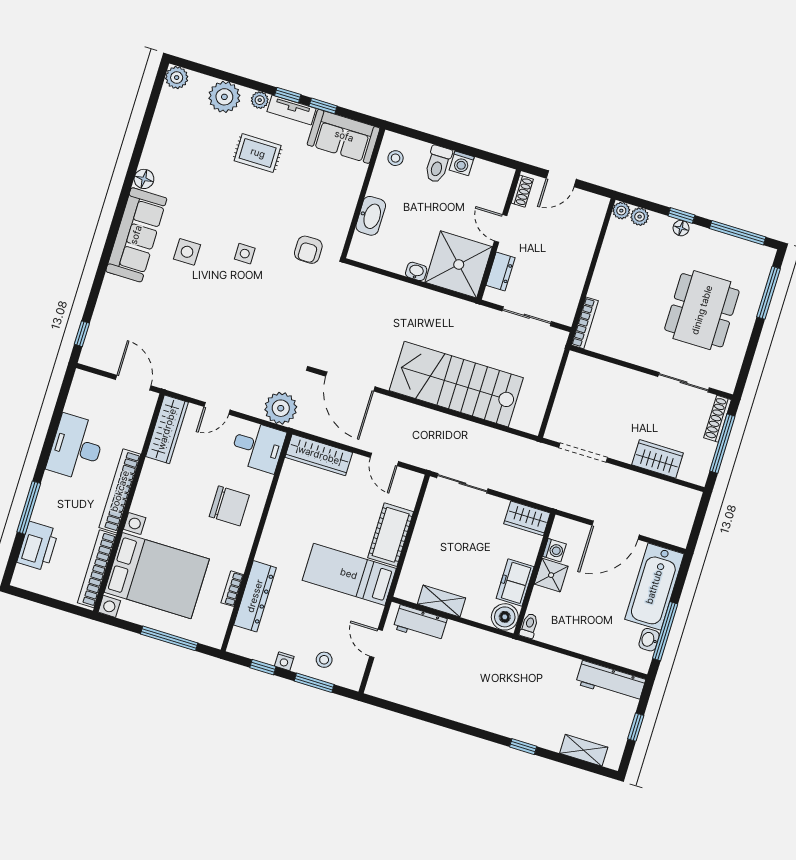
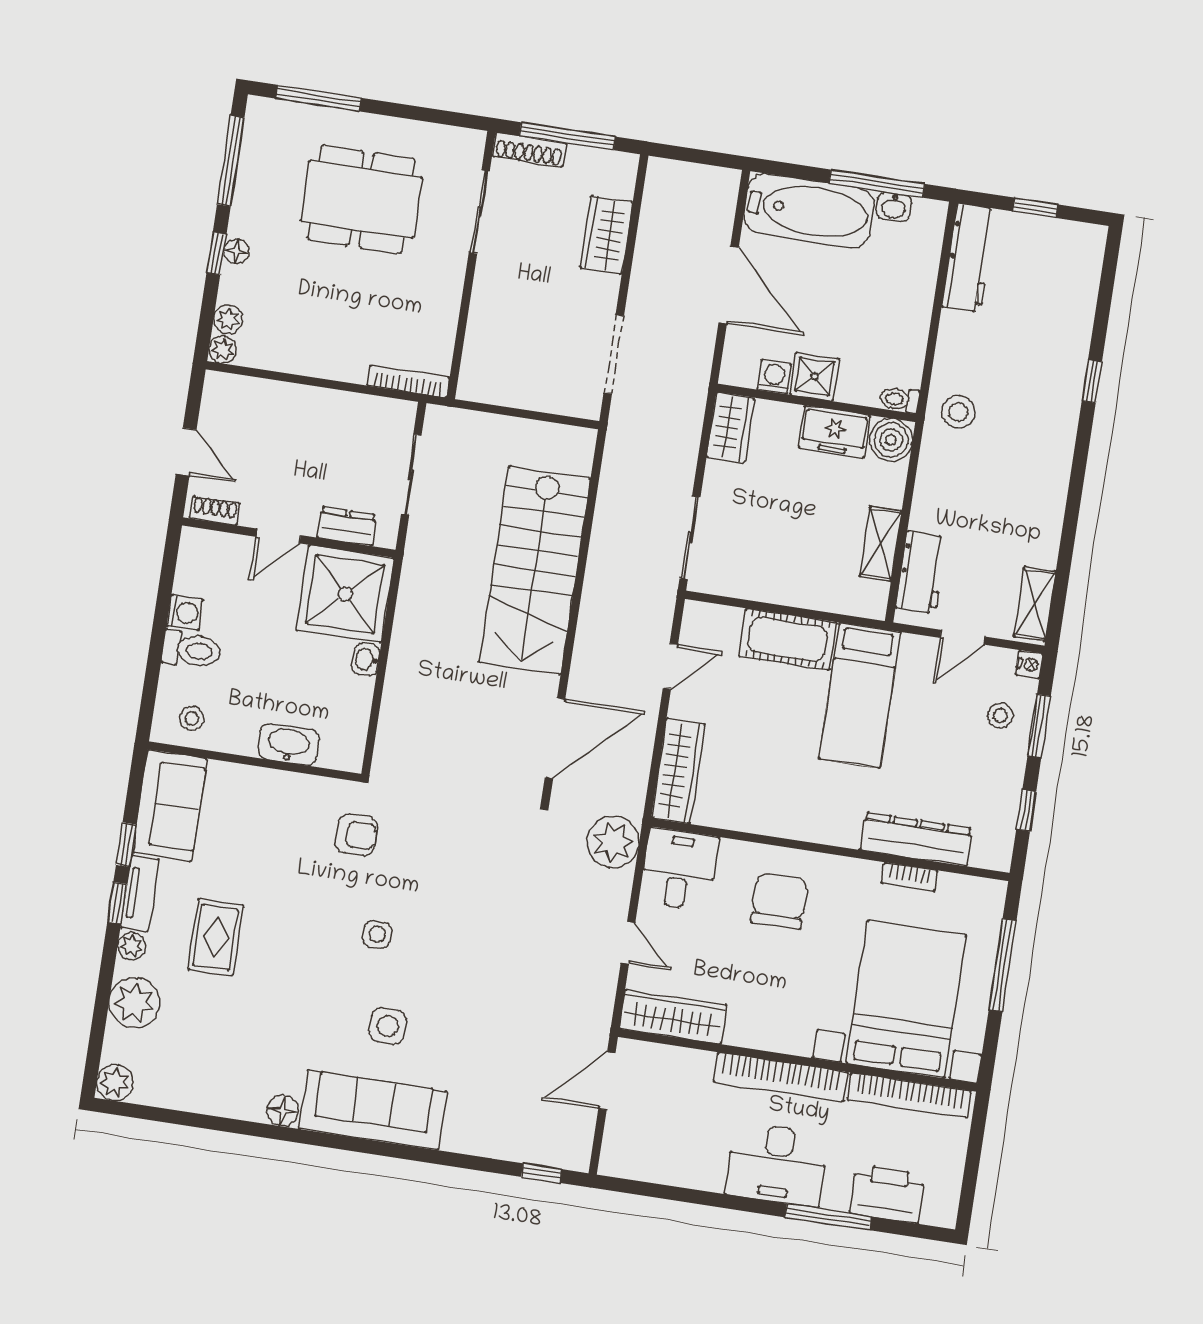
desk: (76, 447) -> (777, 1164), moved
nightstand: (284, 661) -> (1029, 664), moved
stool: (516, 661) -> (958, 412), added
shelving: (584, 750) -> (1035, 604), moved

